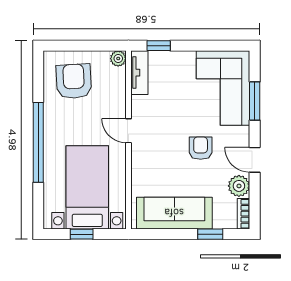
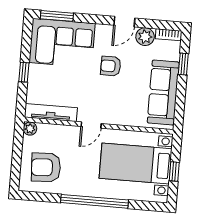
window: (159, 46) -> (24, 72), moved
tv unit: (139, 73) -> (51, 113), width x1.41
window: (255, 101) -> (57, 16), moved

